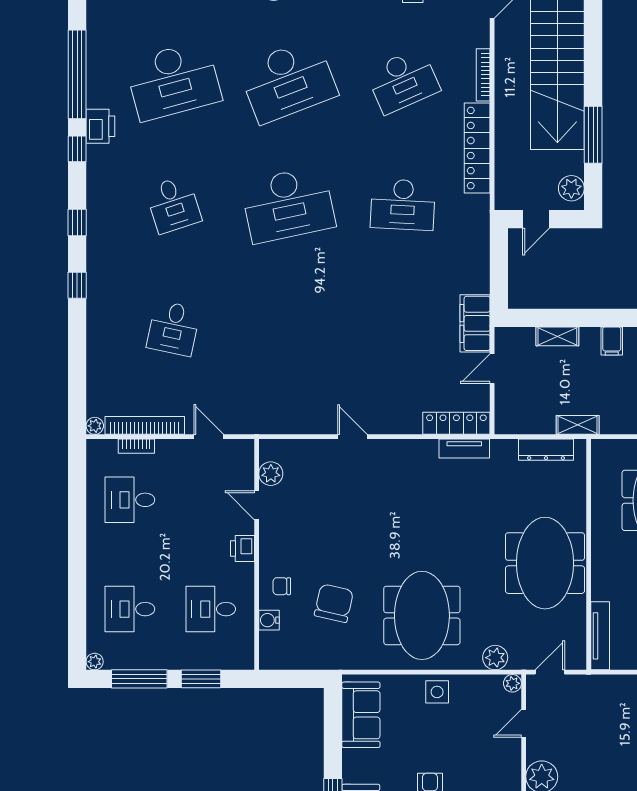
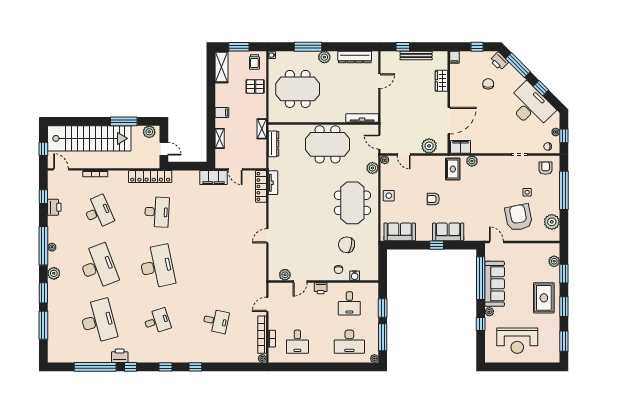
locker: (477, 148) -> (150, 177), moved
desk: (130, 609) -> (349, 342), width x1.37
meeting table: (422, 615) -> (352, 203), turned 90

